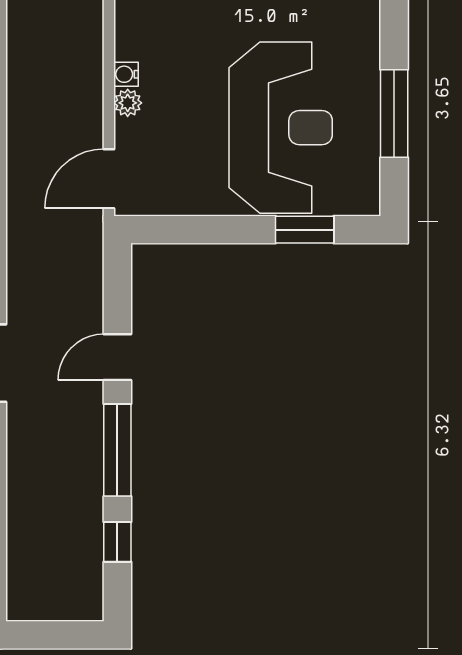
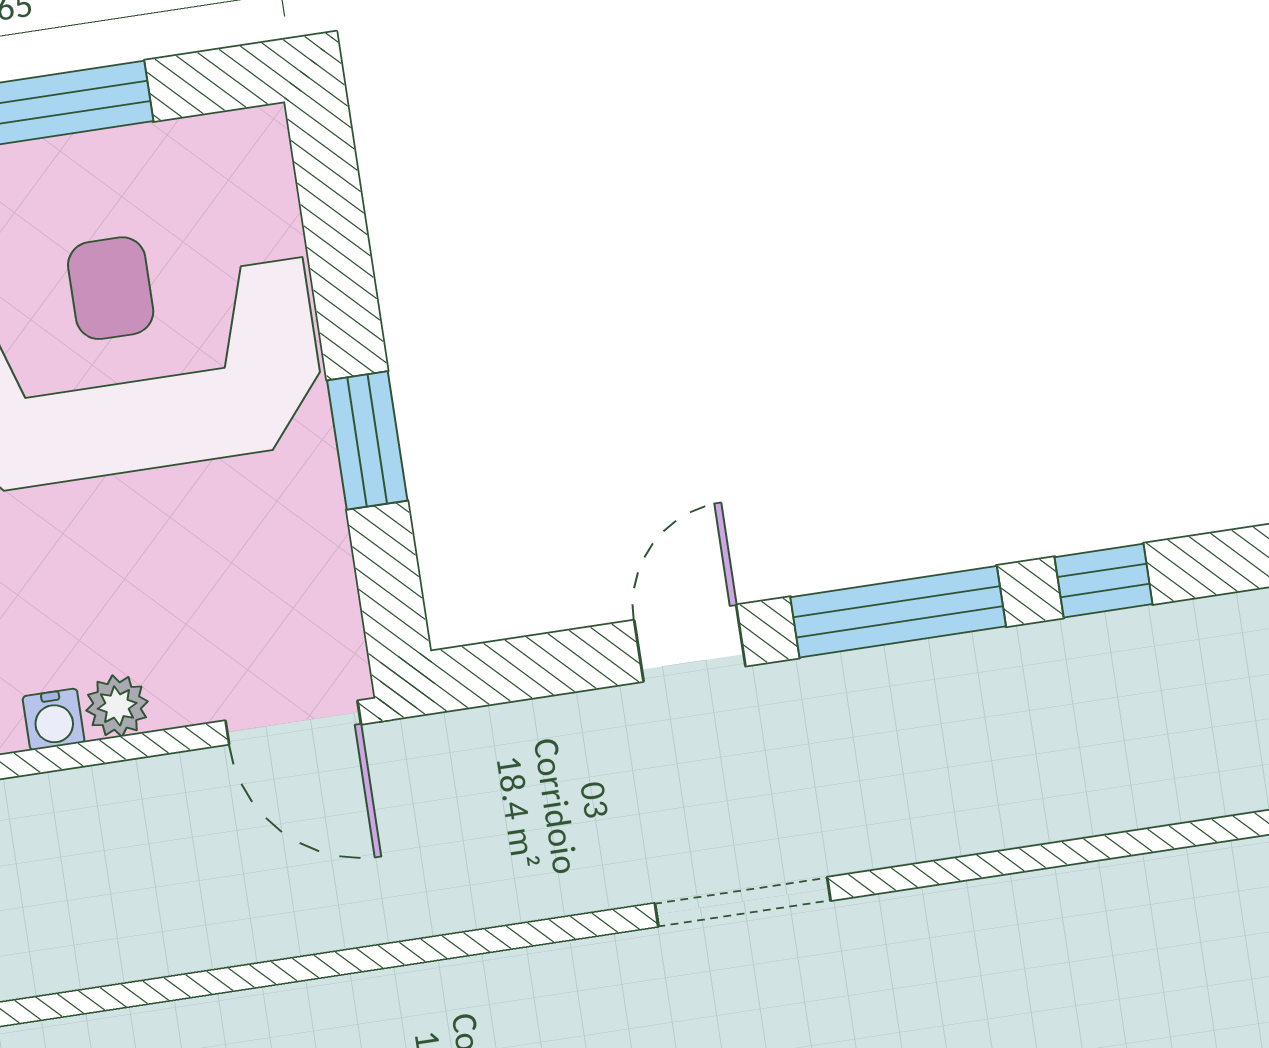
window: (305, 230) -> (367, 440), moved
door: (117, 357) -> (690, 643), swing flipped

